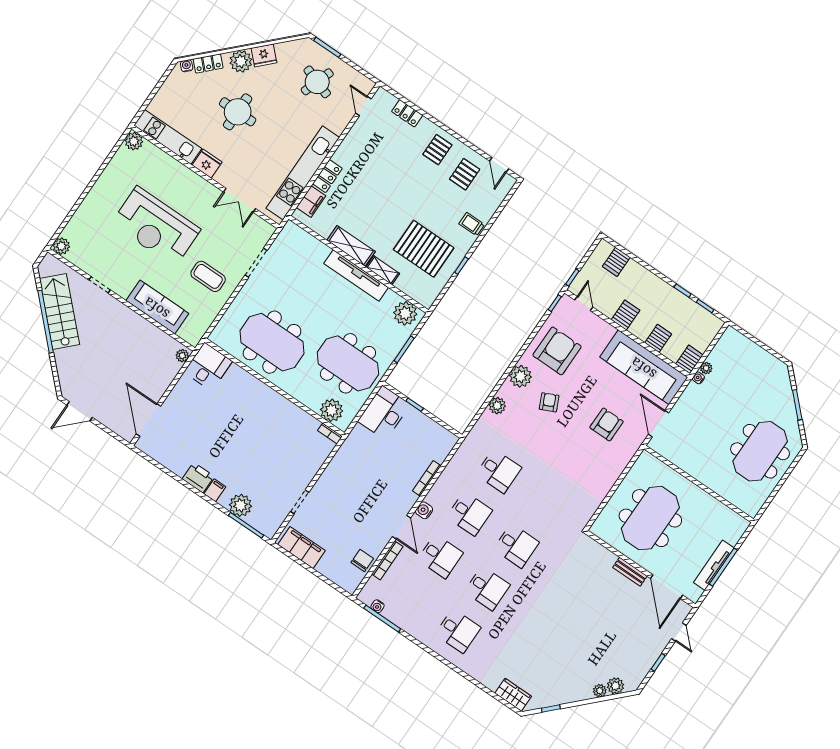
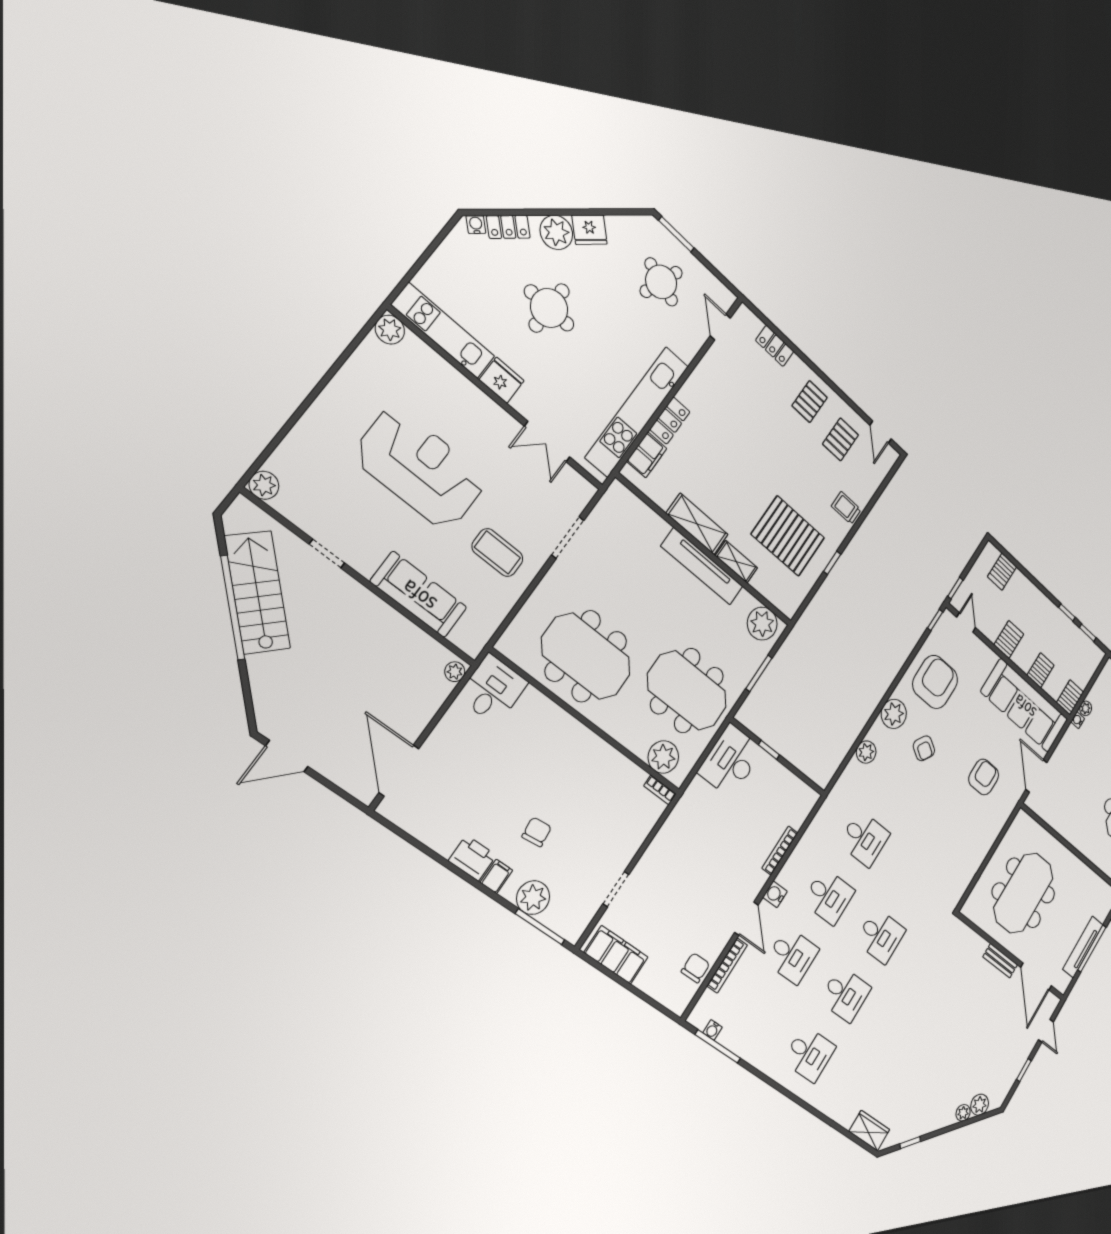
reception desk: (156, 226) -> (420, 468), turned 180
armchair: (549, 402) -> (924, 748), turned 146
chair: (241, 461) -> (537, 832), added

